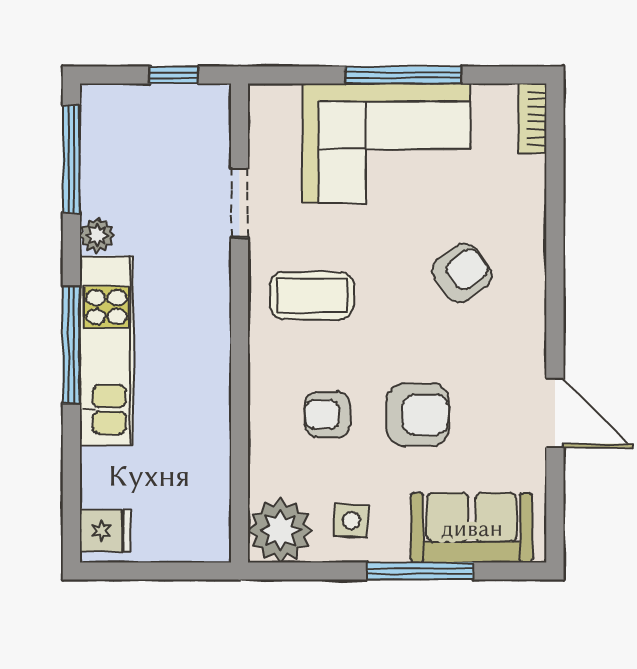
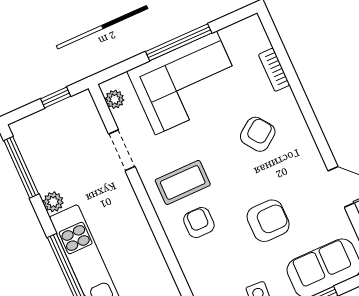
bookcase: (532, 118) -> (274, 70), moved
plant: (264, 119) -> (115, 99), added
armchair: (327, 414) -> (199, 222), moved, turned 90

